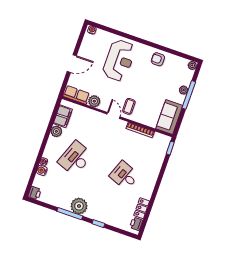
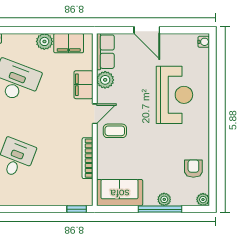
armchair: (158, 59) -> (193, 169), moved
reception desk: (119, 60) -> (175, 95), turned -90
filing cabinet: (93, 116) -> (83, 85), added

